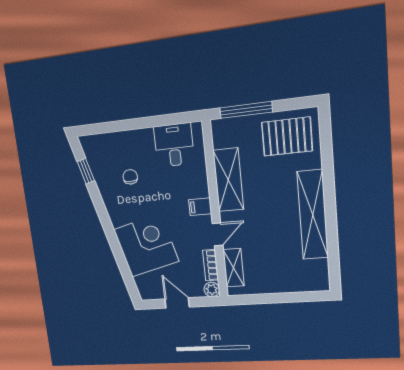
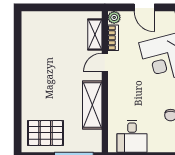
filing cabinet: (200, 207) -> (116, 86), removed
shelving: (313, 215) -> (31, 72), removed

